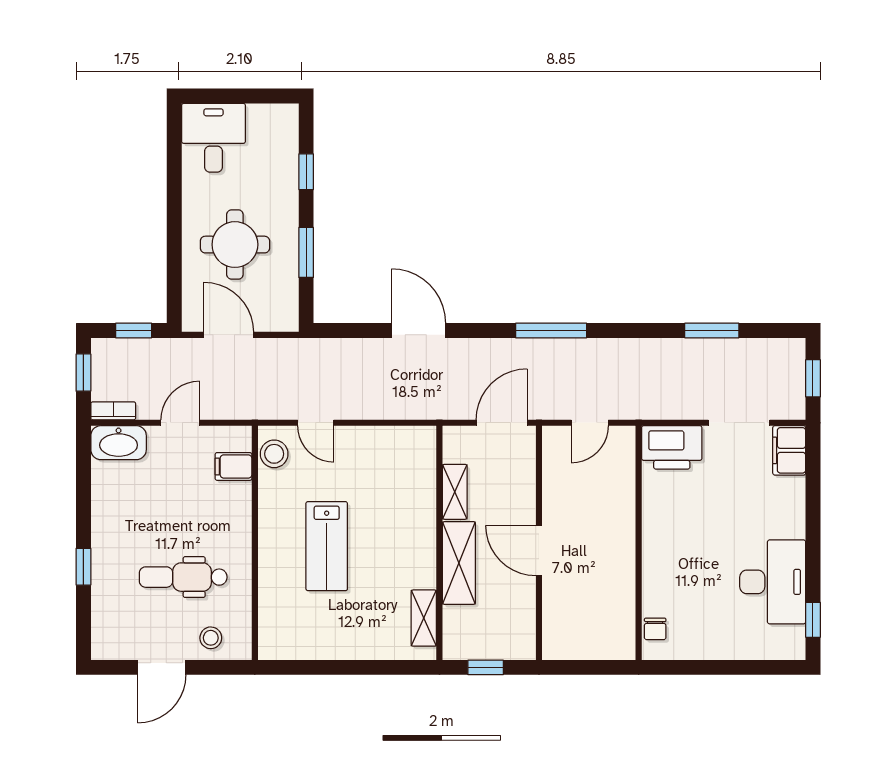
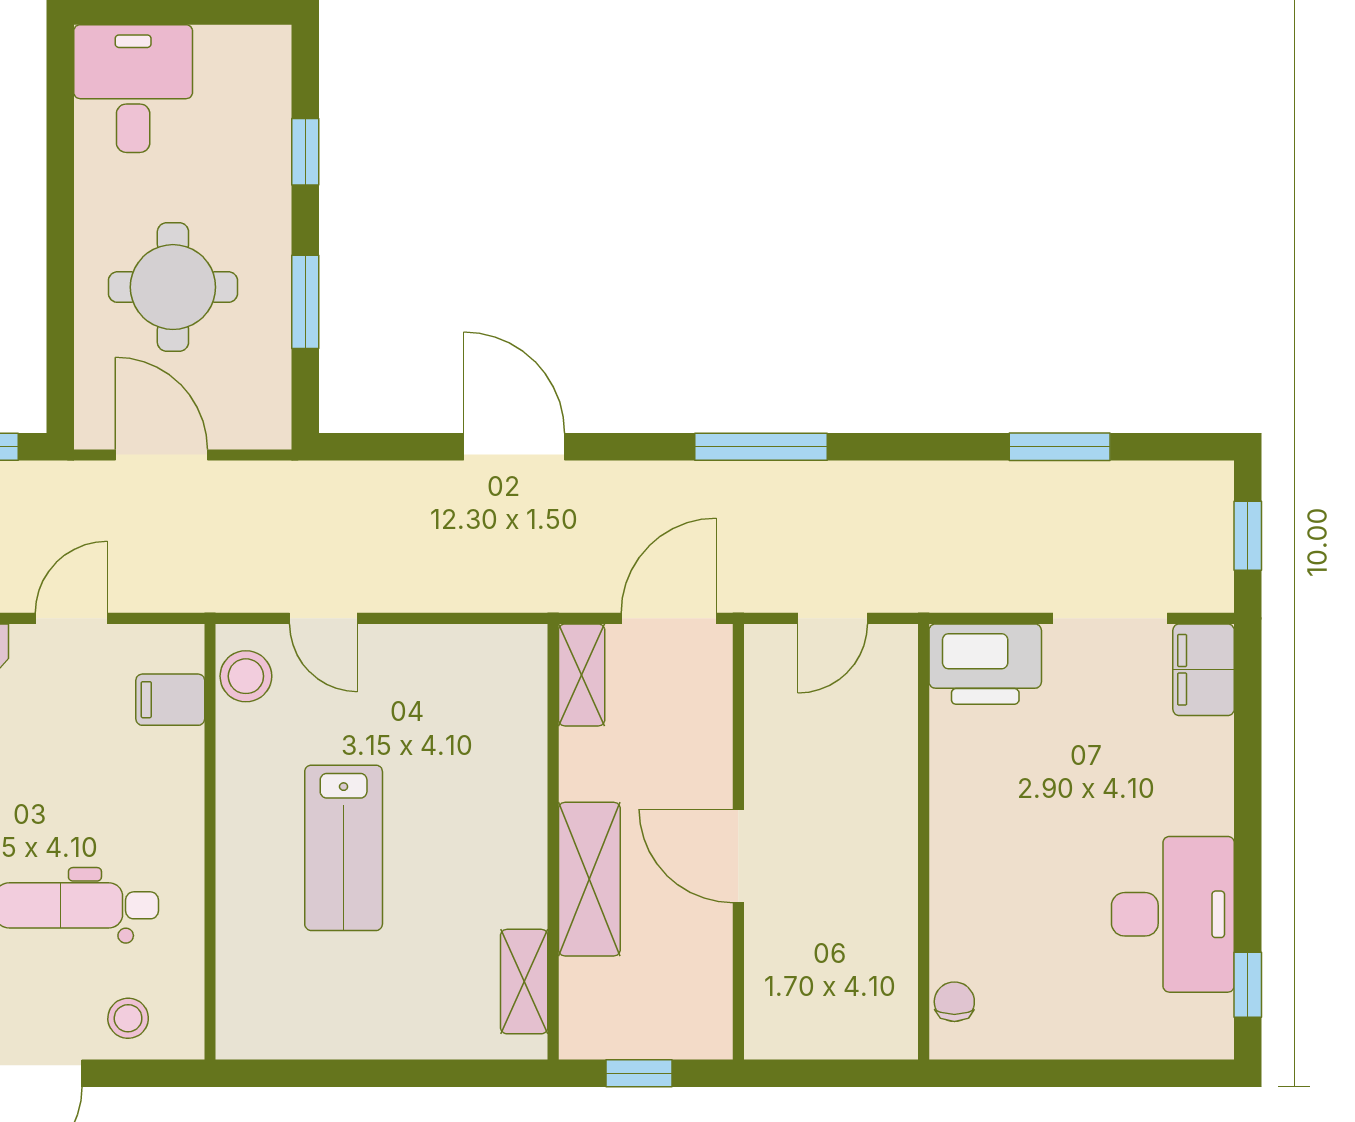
shelving: (455, 492) -> (582, 675), moved
chair: (655, 629) -> (954, 1002), turned 180

